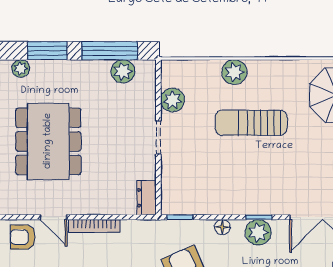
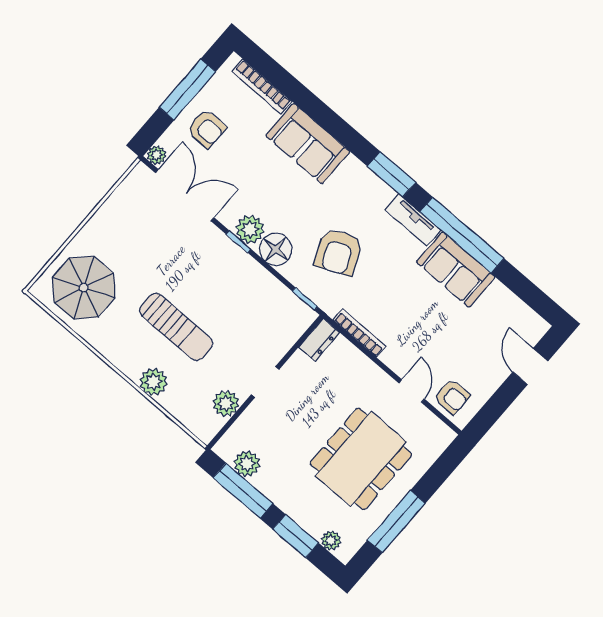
bookcase: (94, 226) -> (360, 333), moved
floor lamp: (222, 227) -> (276, 249), width x1.89, depth x1.89

